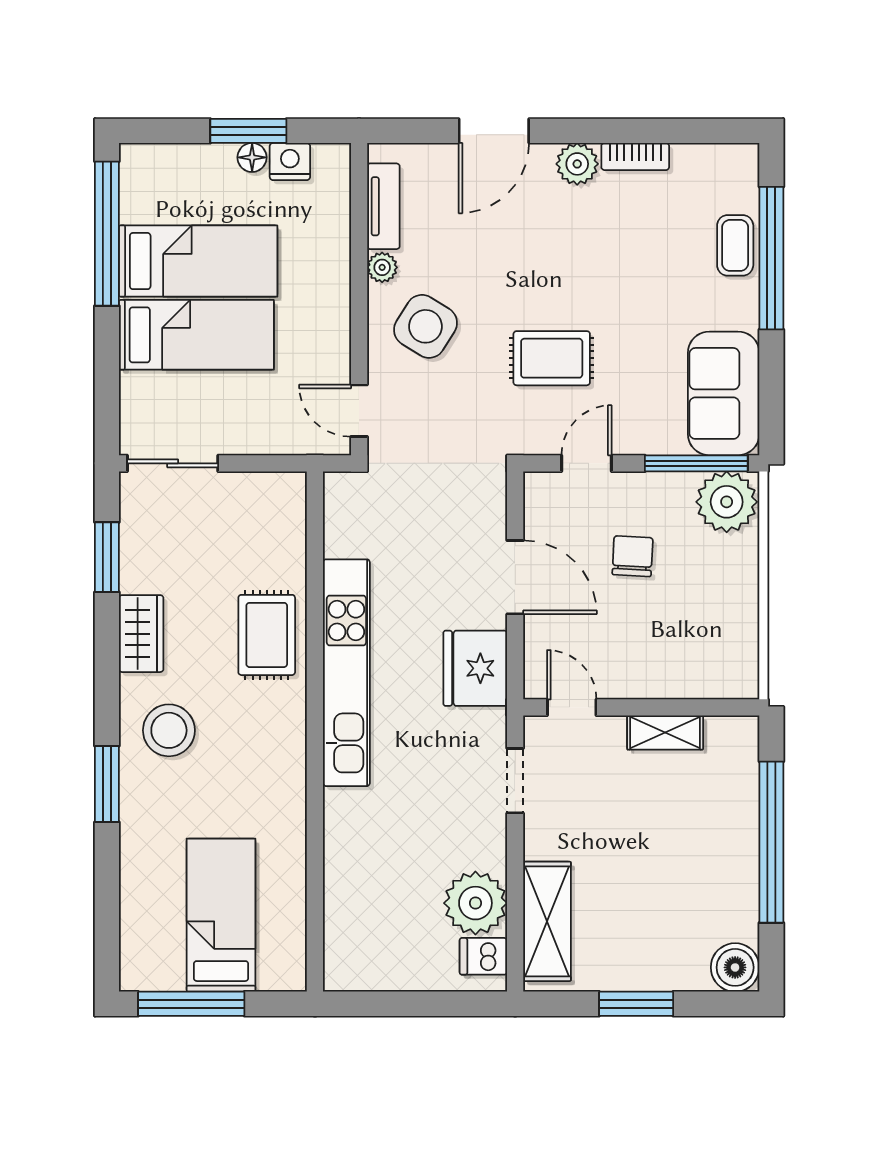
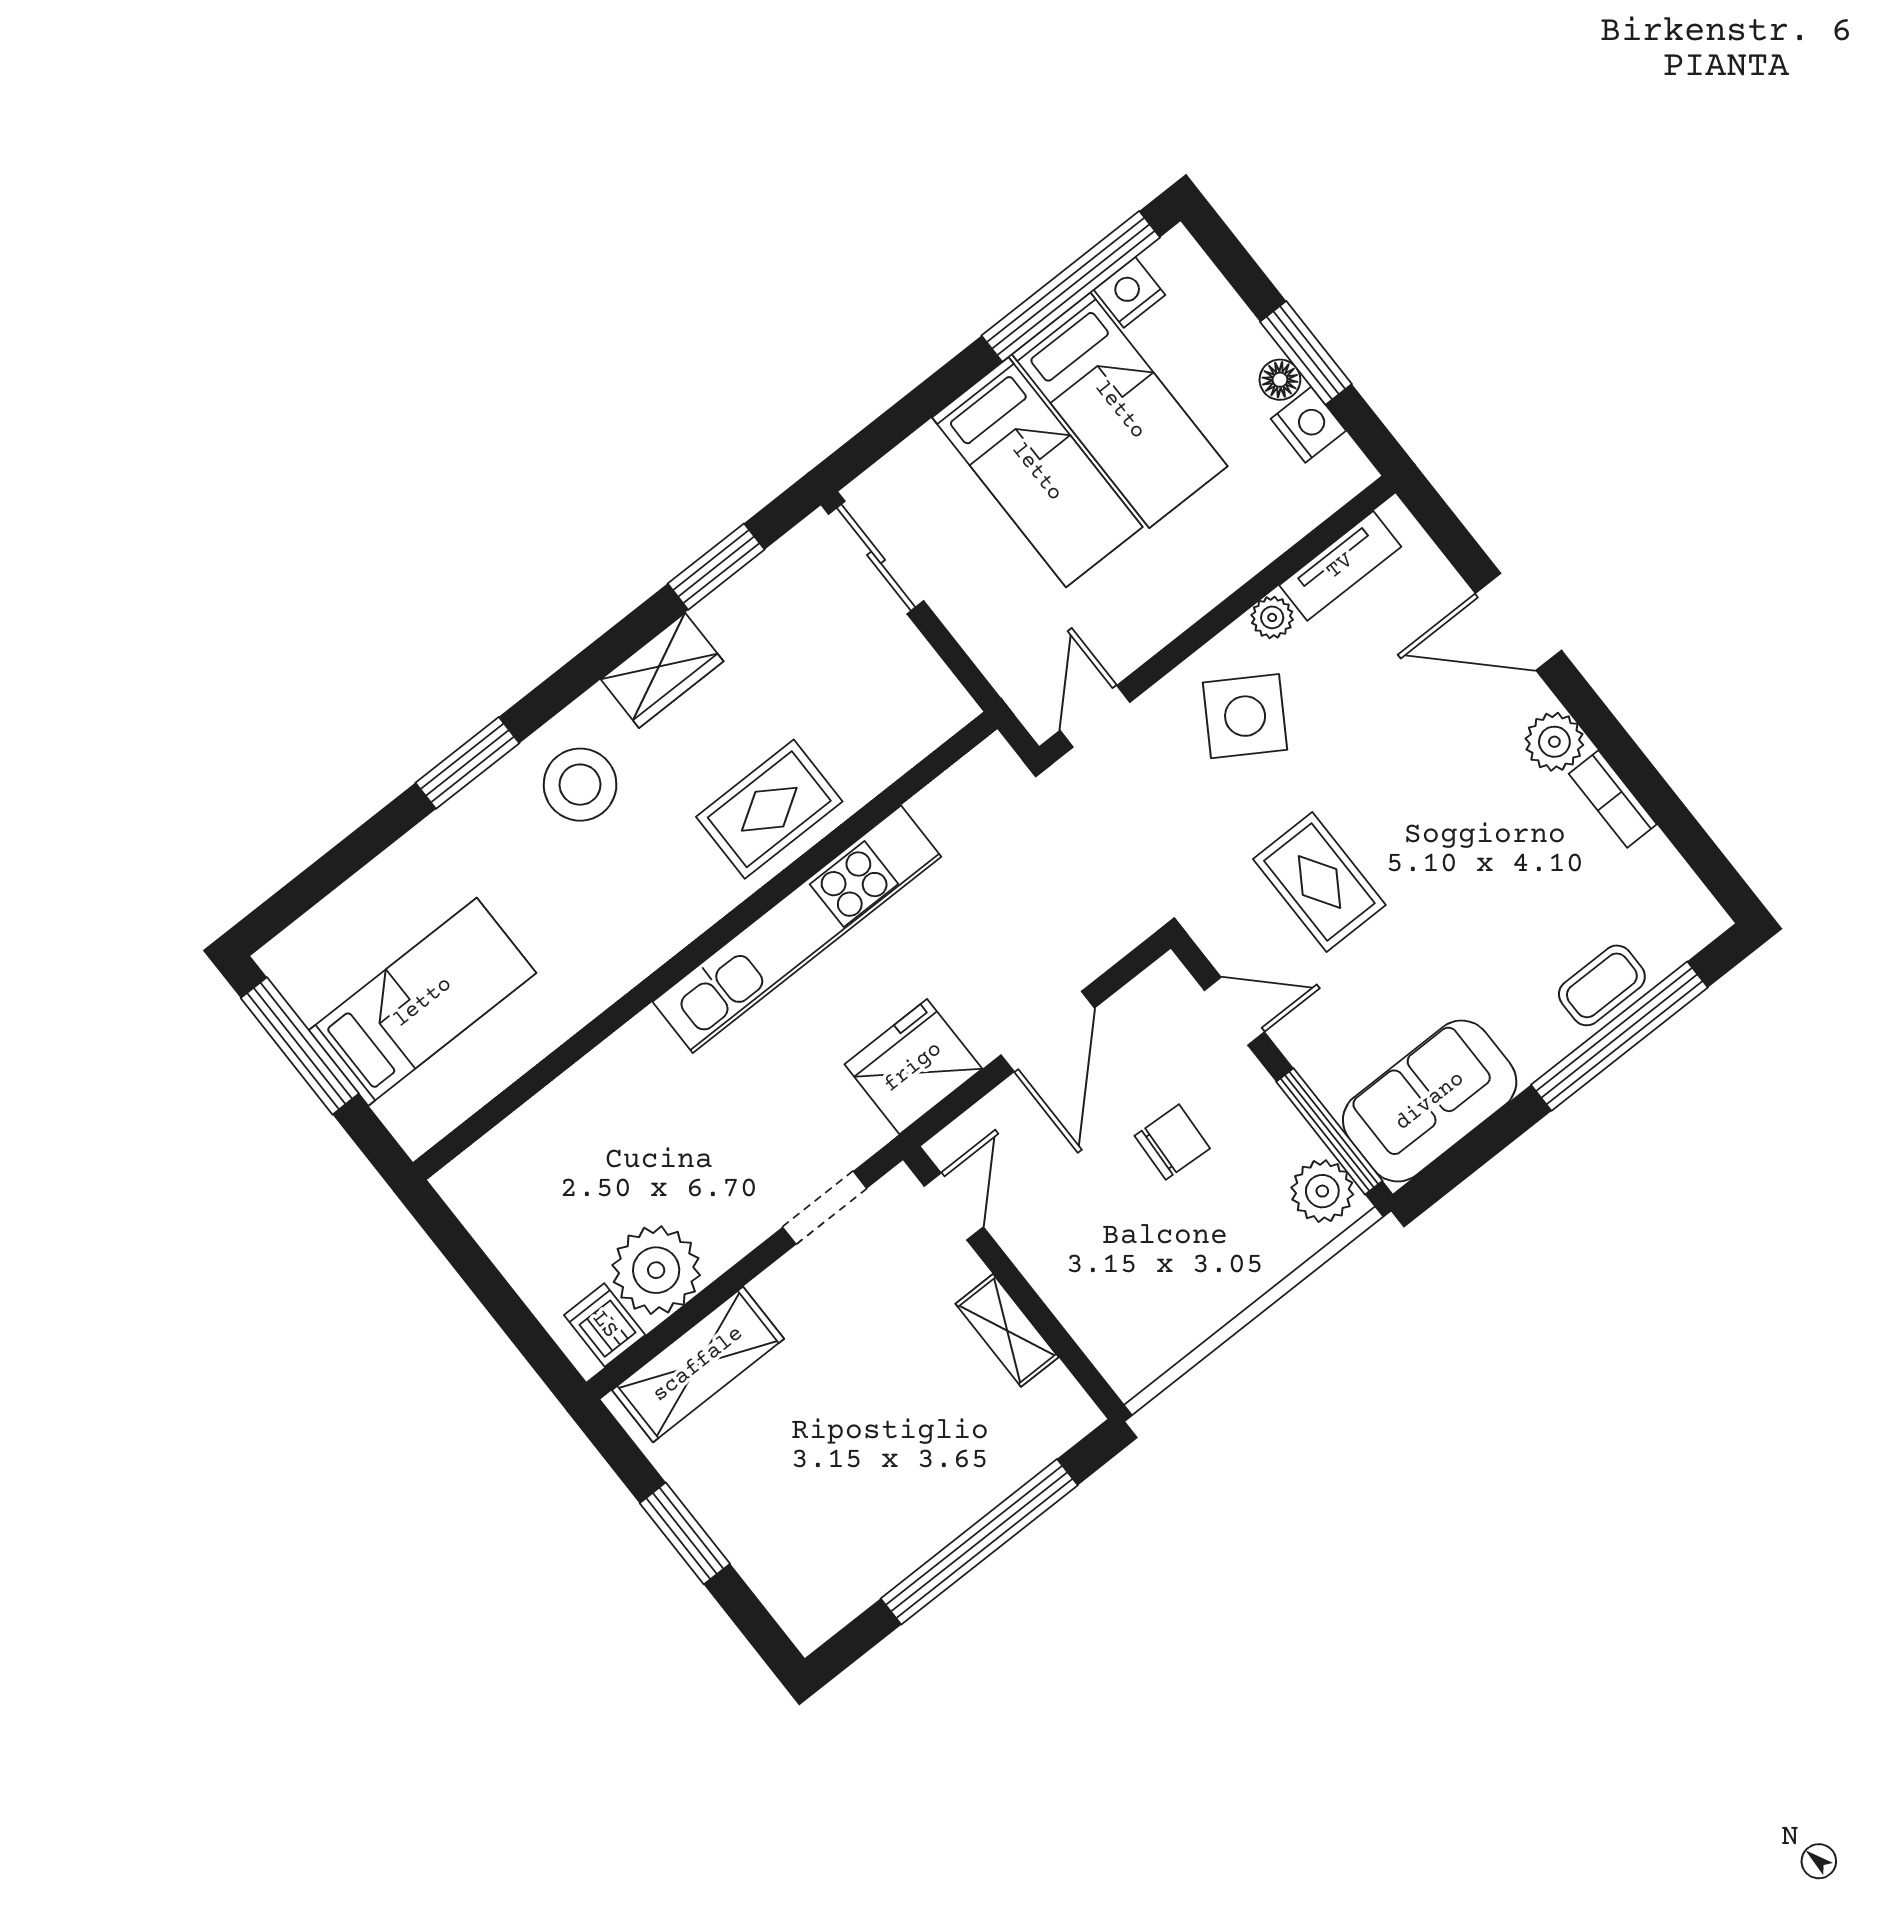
nightstand: (136, 203) -> (1130, 292), added
plant: (727, 502) -> (1322, 1191), width x0.73, depth x0.73
boiler: (735, 967) -> (810, 1610), removed

